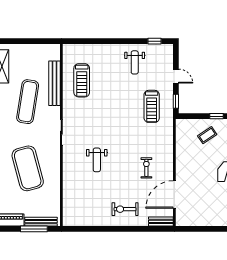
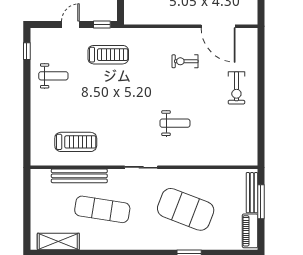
exercise mat: (28, 168) -> (186, 209), turned 36
bench: (161, 221) -> (252, 43), removed

